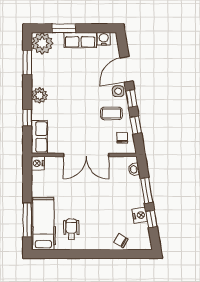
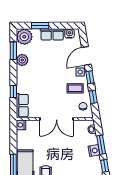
plant: (39, 95) -> (22, 60), moved
nightstand: (140, 215) -> (94, 151), moved

